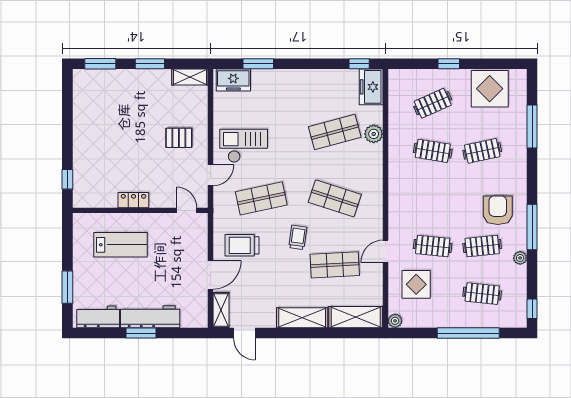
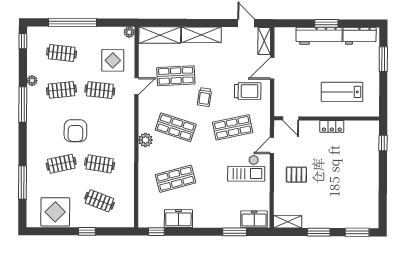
freezer: (371, 87) -> (178, 219), moved, turned -90
clothes rail: (433, 103) -> (99, 201), turned 45
plant: (374, 134) -> (145, 140), moved
armchair: (498, 210) -> (75, 131), moved

